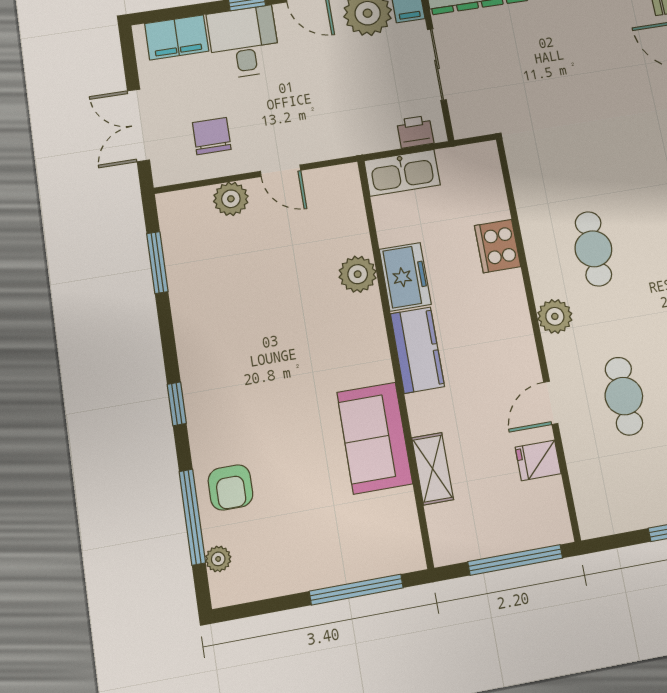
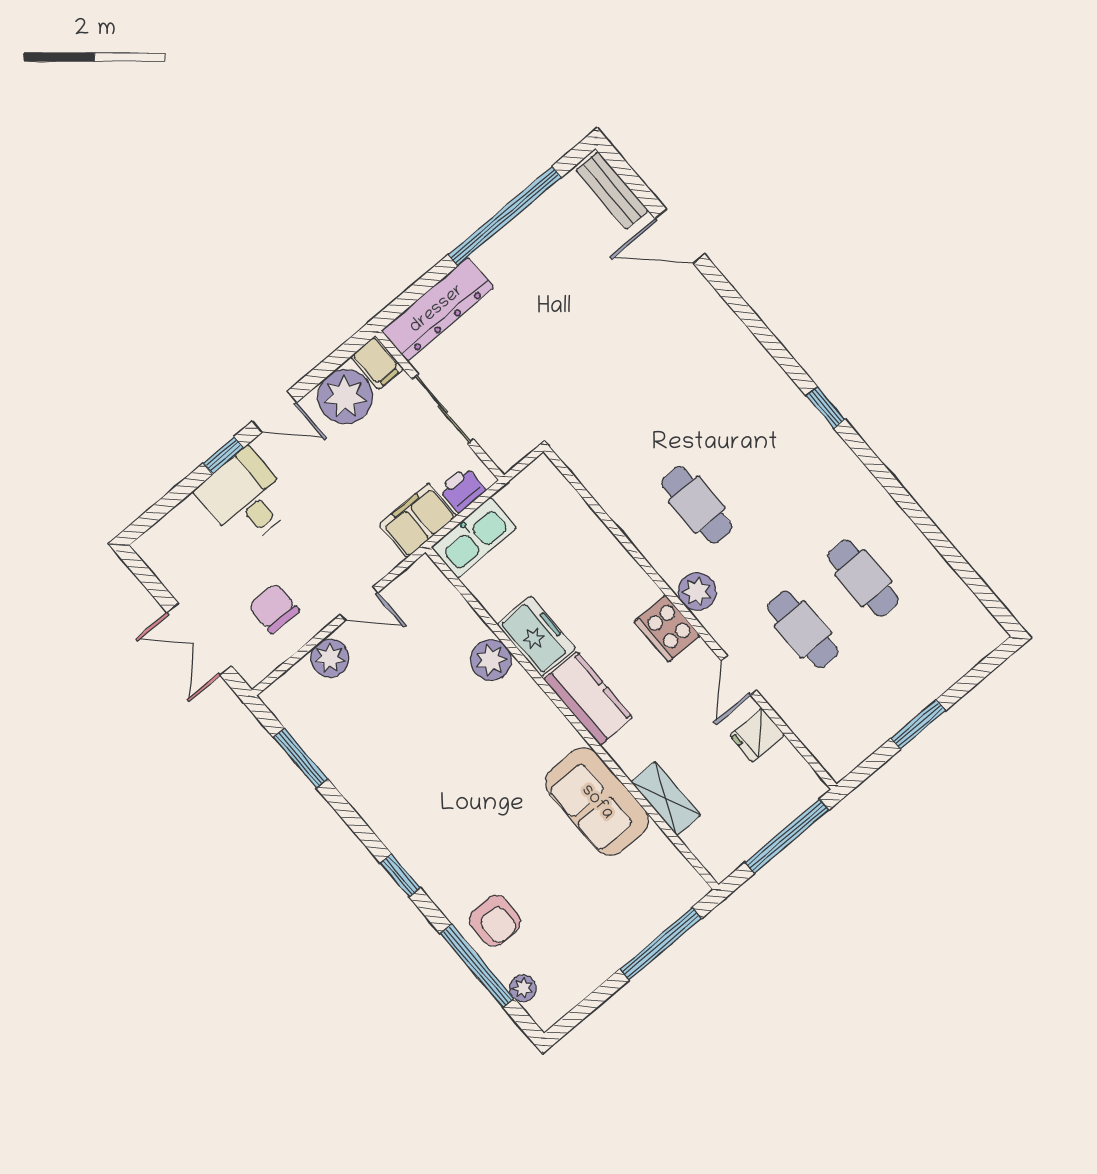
filing cabinet: (177, 37) -> (418, 520), moved, turned 180
cooker: (498, 246) -> (667, 628), moved

